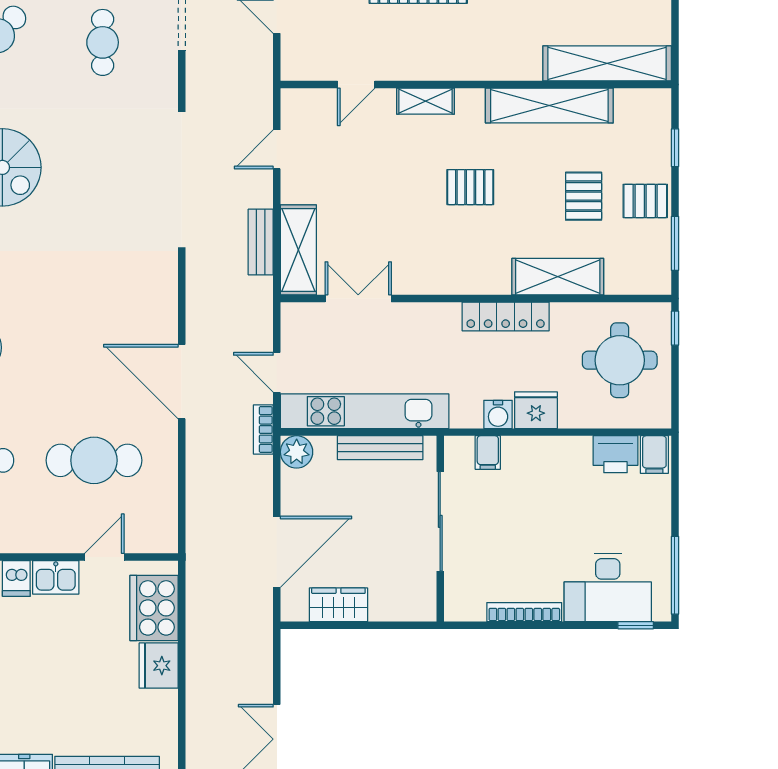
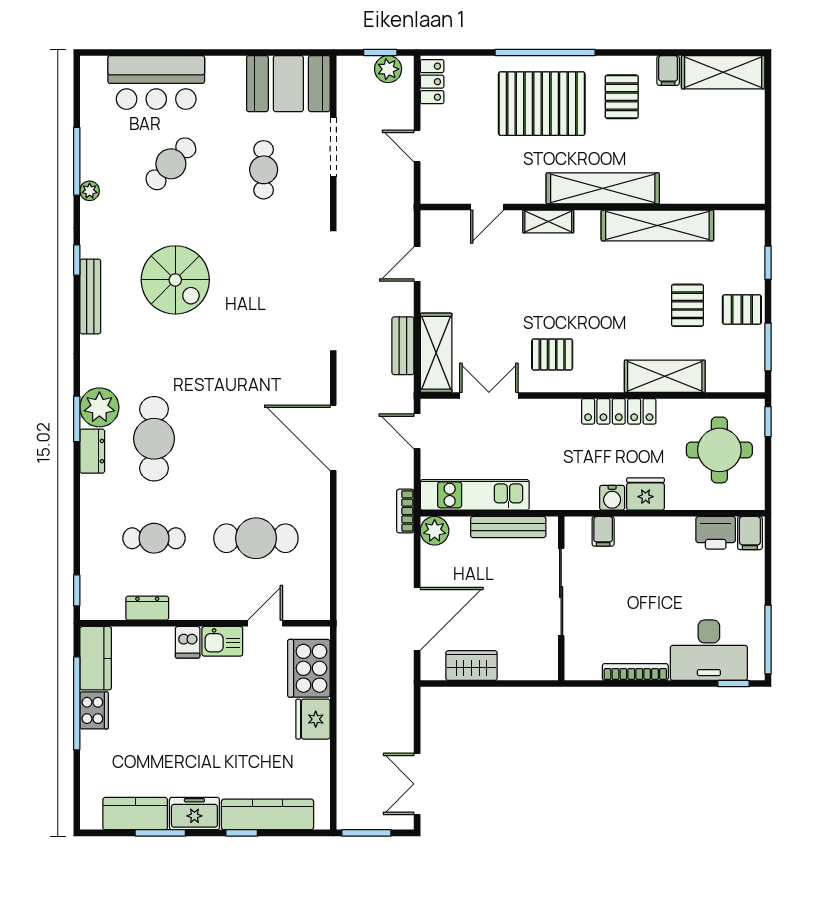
shelving: (607, 63) -> (603, 188), moved
pallet: (470, 187) -> (552, 354), moved
door: (277, 372) -> (417, 431), moved
door: (182, 382) -> (333, 438), moved
kitchen unit: (365, 411) -> (475, 495), width x0.73

